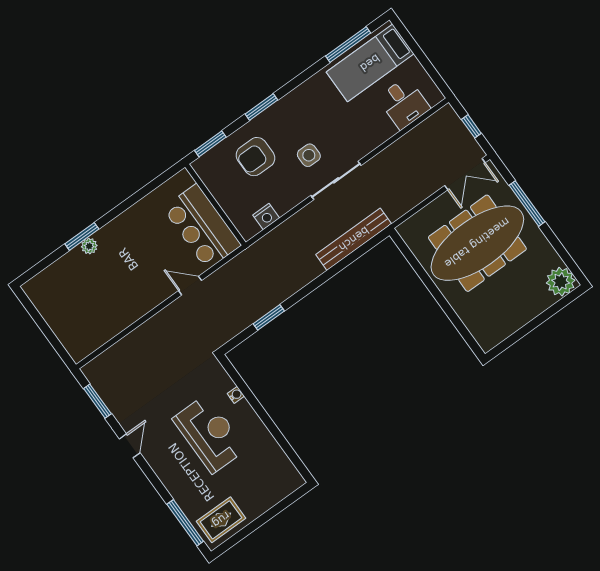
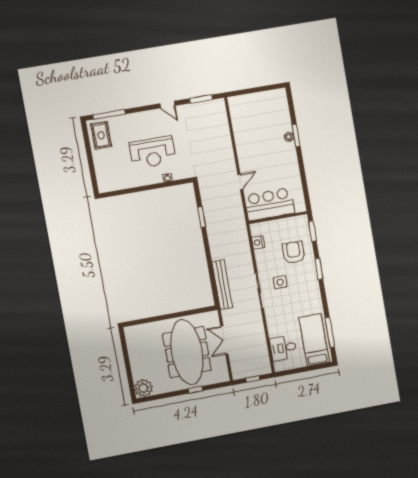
double door: (465, 174) -> (224, 340), moved
window: (527, 204) -> (196, 390), width x0.46

